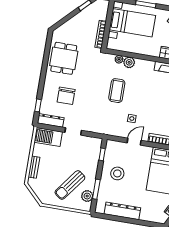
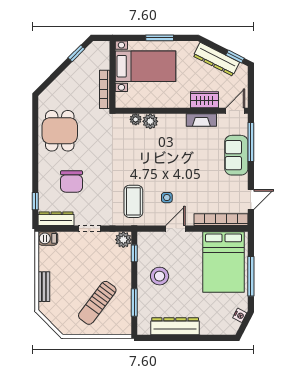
coffee table: (117, 91) -> (133, 201), moved
barbecue: (48, 137) -> (48, 238), width x0.53, depth x0.65
plant: (87, 196) -> (123, 240), moved

